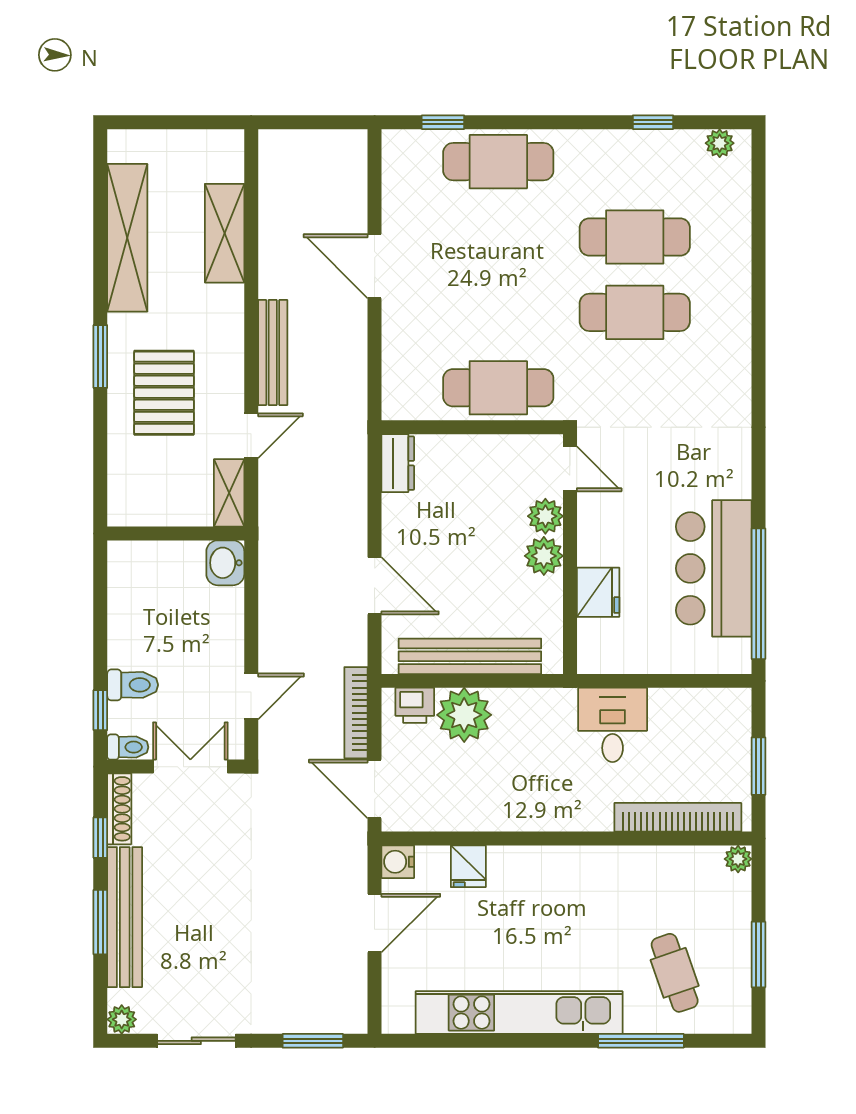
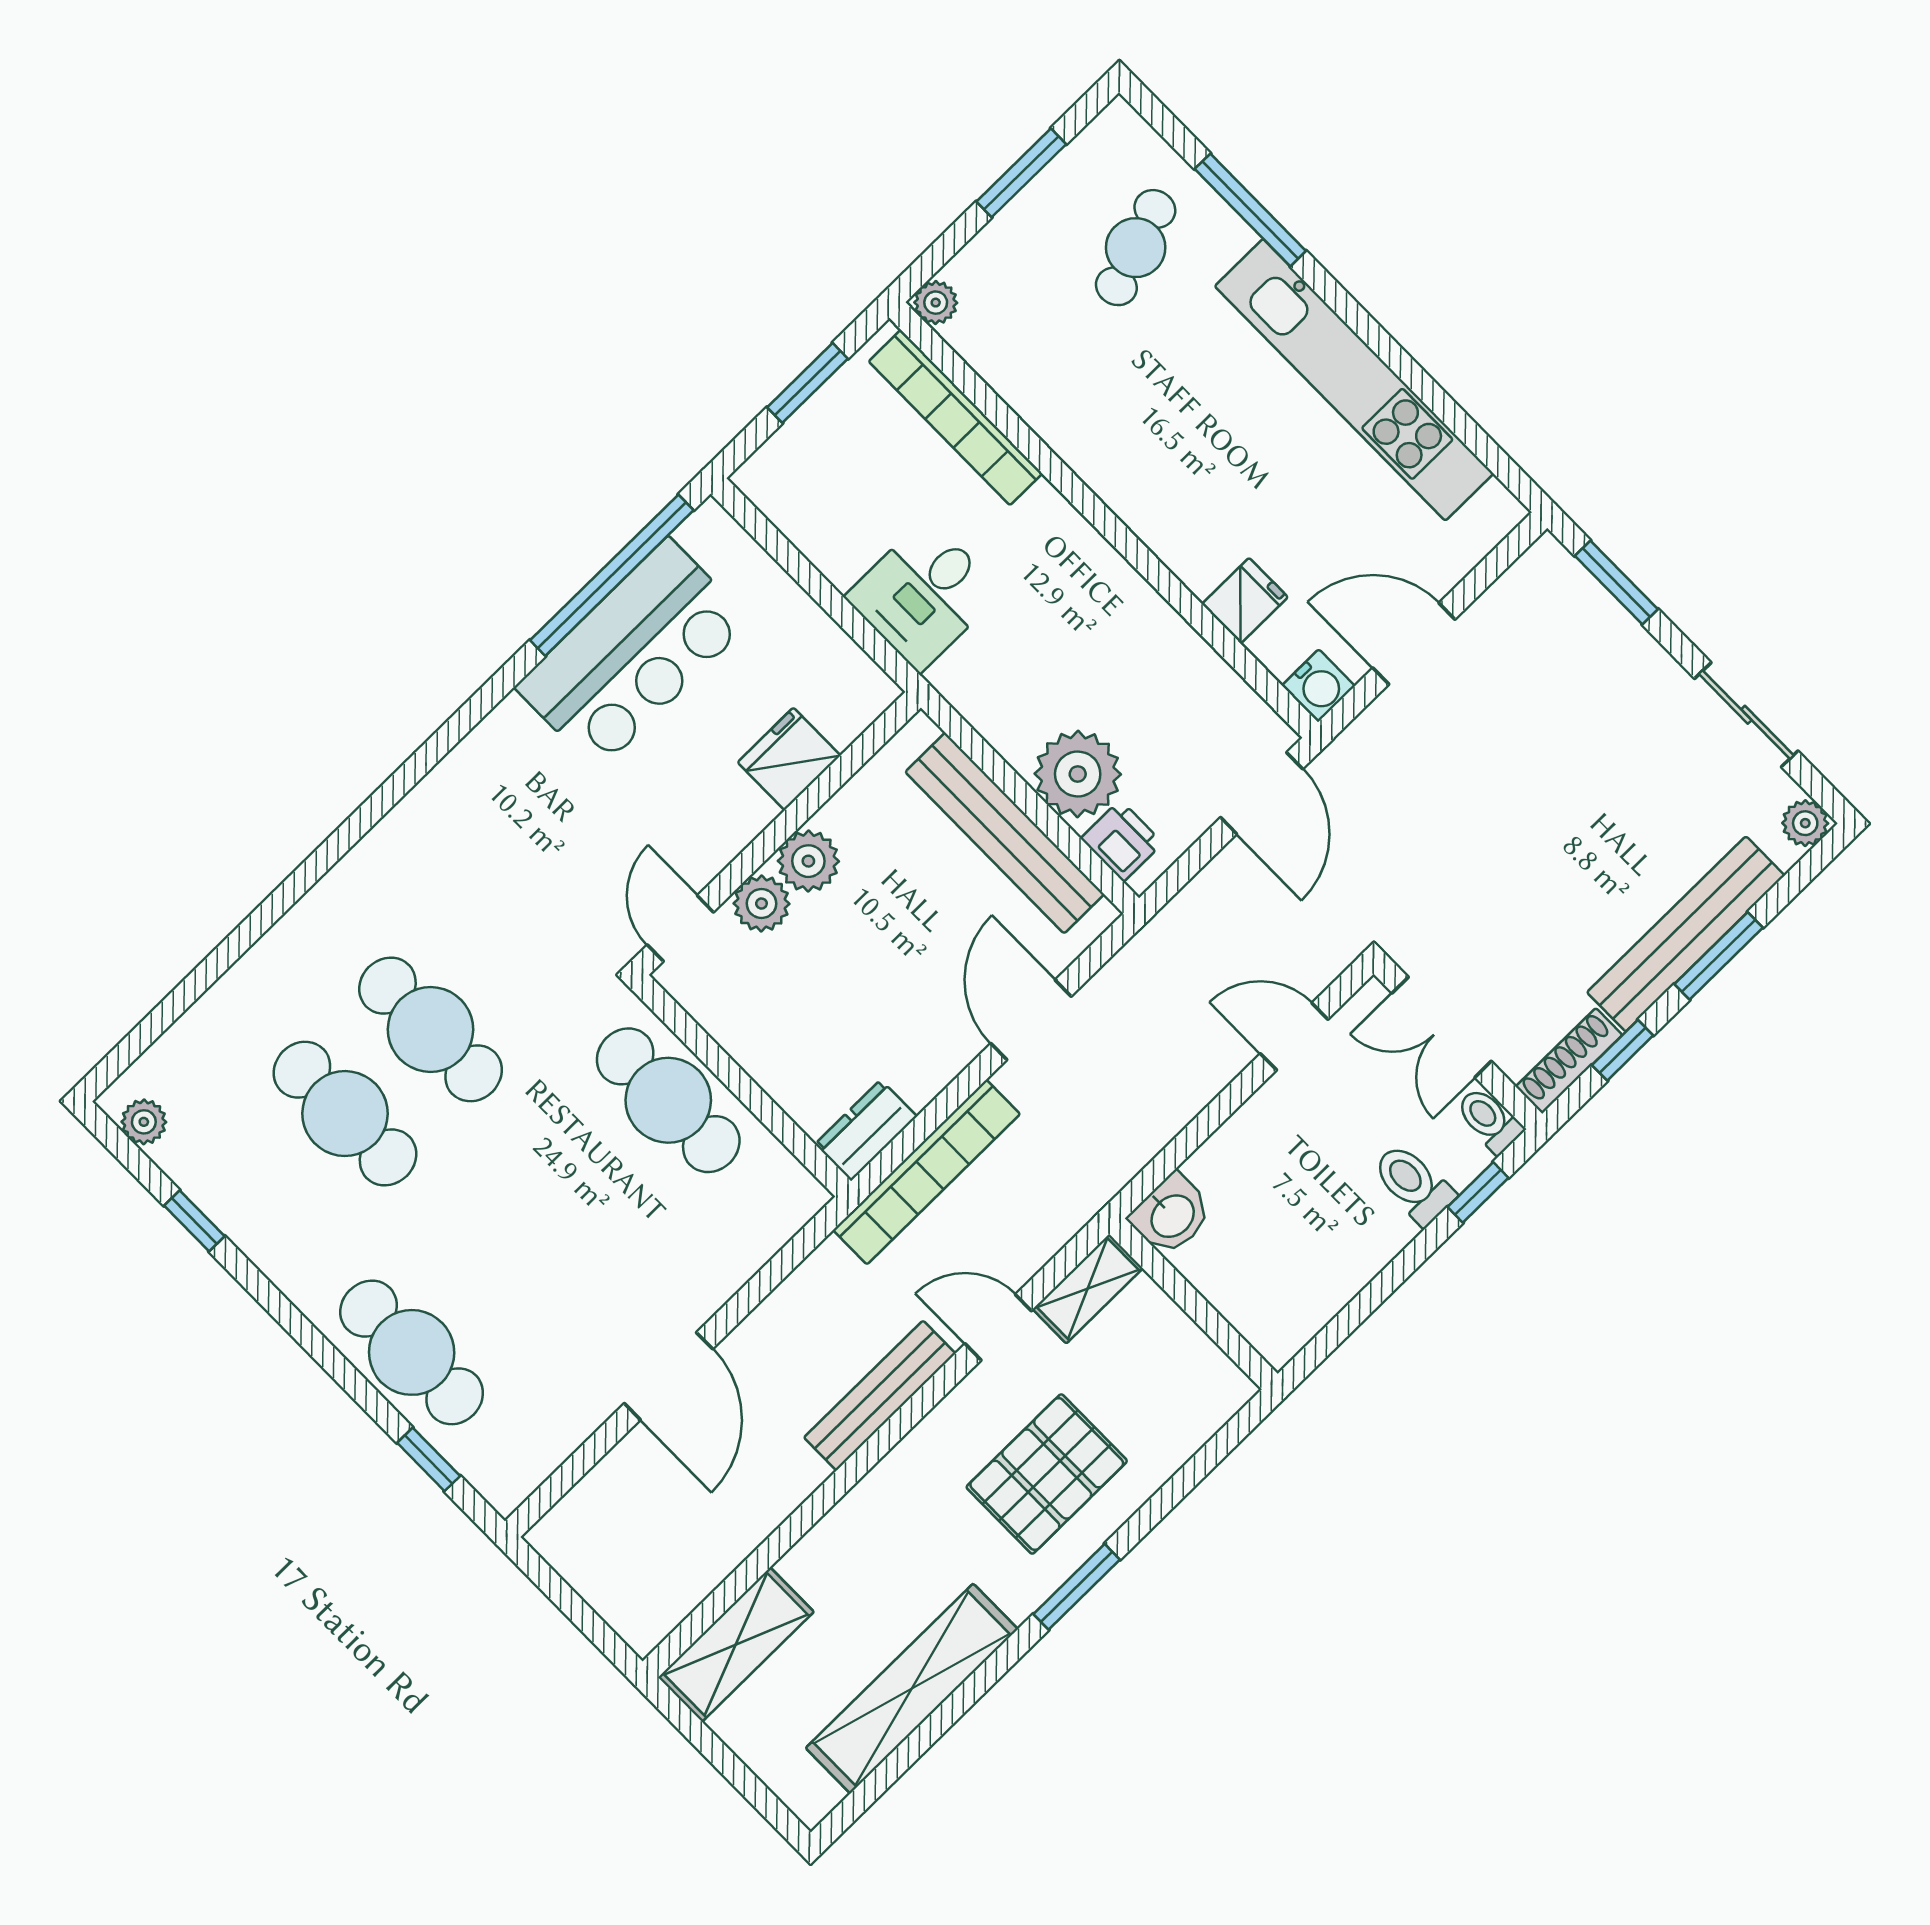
shelving: (225, 233) -> (736, 1644), moved
bookcase: (356, 713) -> (927, 1172), moved, width x1.48, depth x1.31

